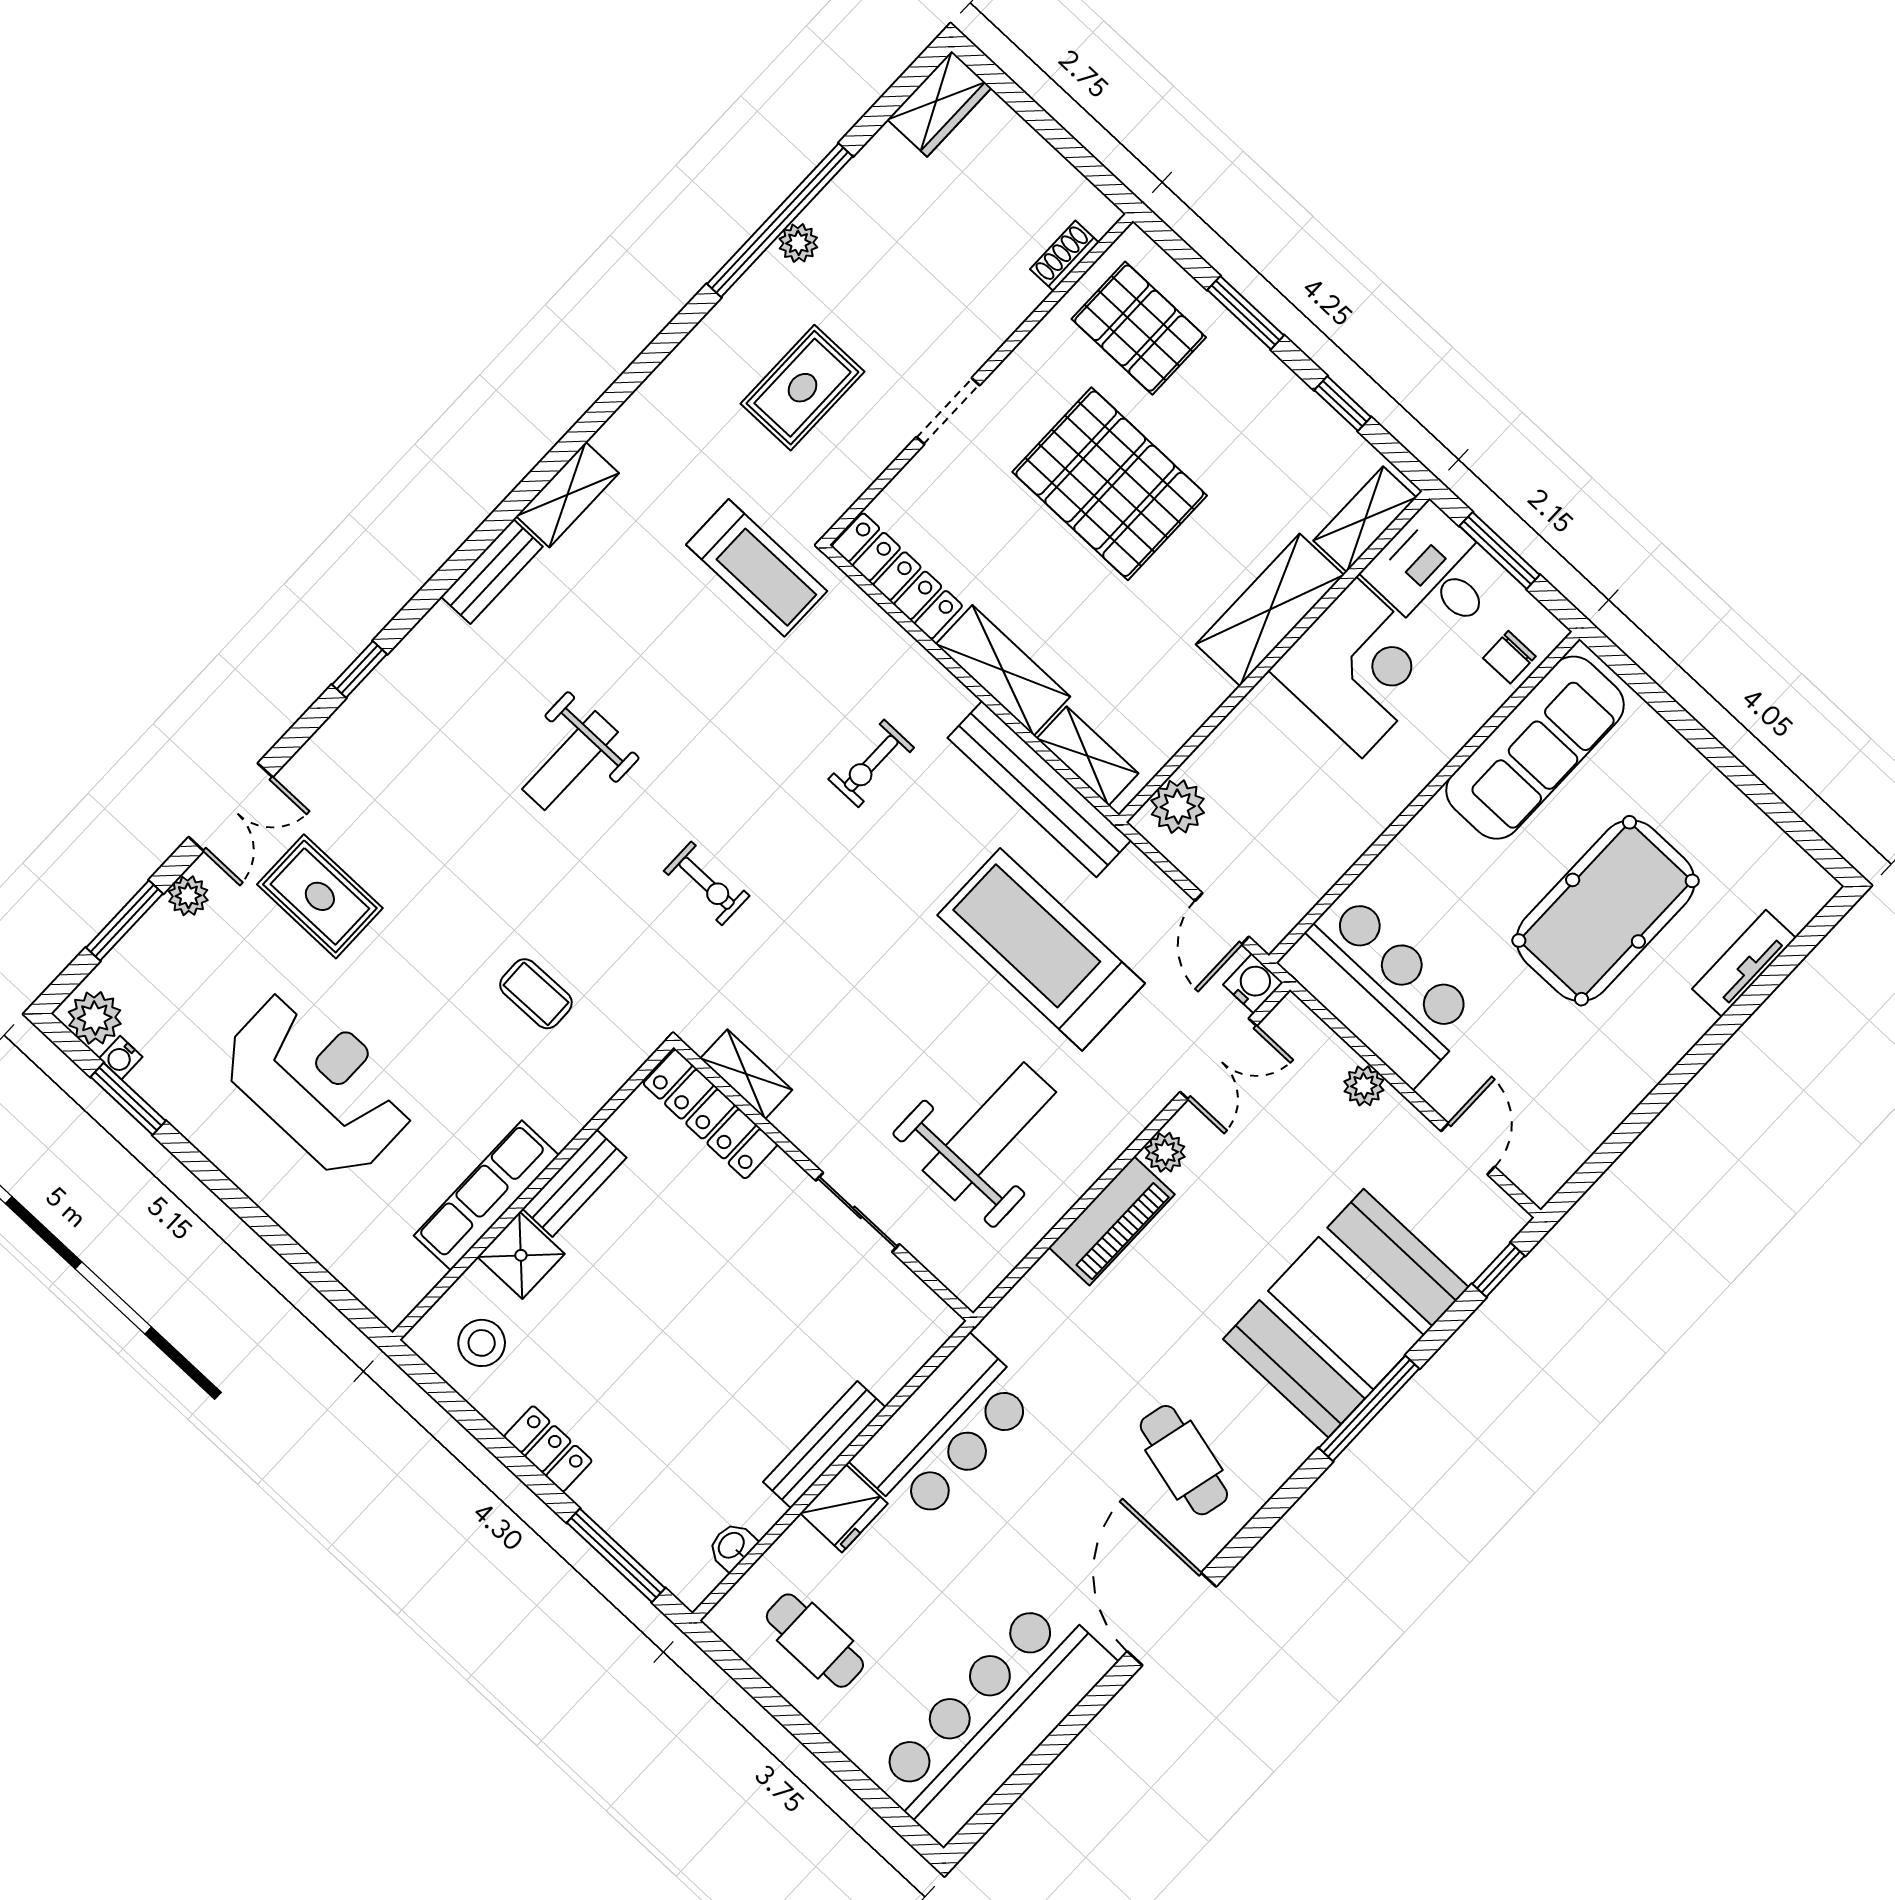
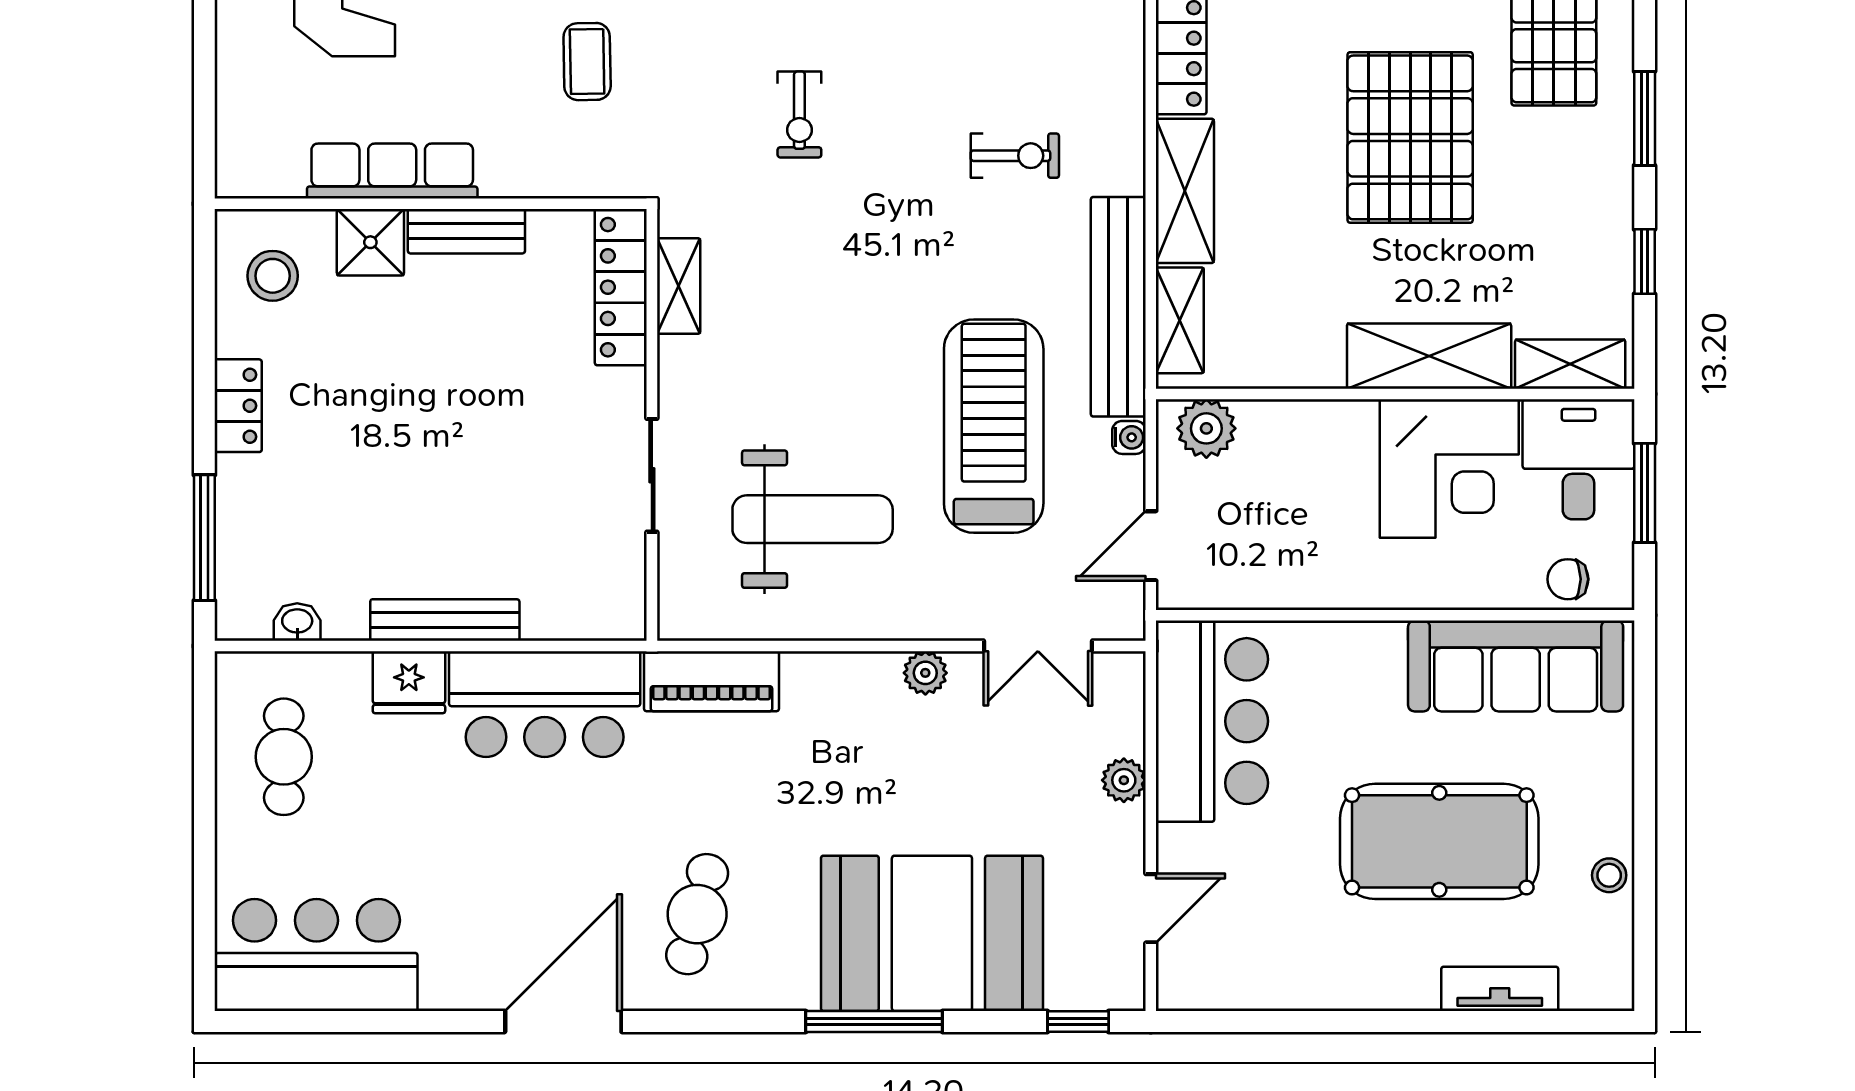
exercise bike: (871, 763) -> (1015, 156), turned 180
stool: (1736, 817) -> (1609, 875), added
water cooler: (1253, 984) -> (1129, 437), moved, width x0.72, depth x0.72
piano: (1112, 1221) -> (712, 681), moved
bar counter: (993, 1719) -> (316, 955), width x0.73

